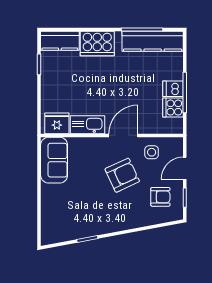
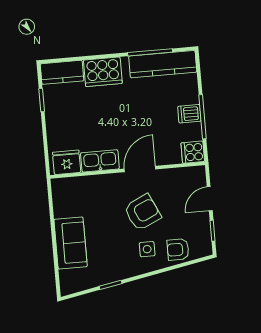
cooker: (173, 108) -> (193, 152), moved
side table: (152, 152) -> (147, 249), moved
sofa: (54, 160) -> (71, 243), moved
armchair: (160, 197) -> (178, 249), moved, turned 180

